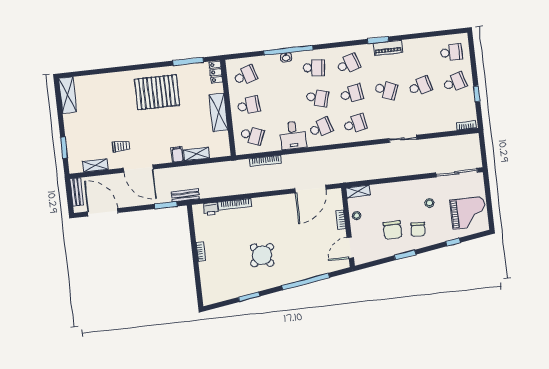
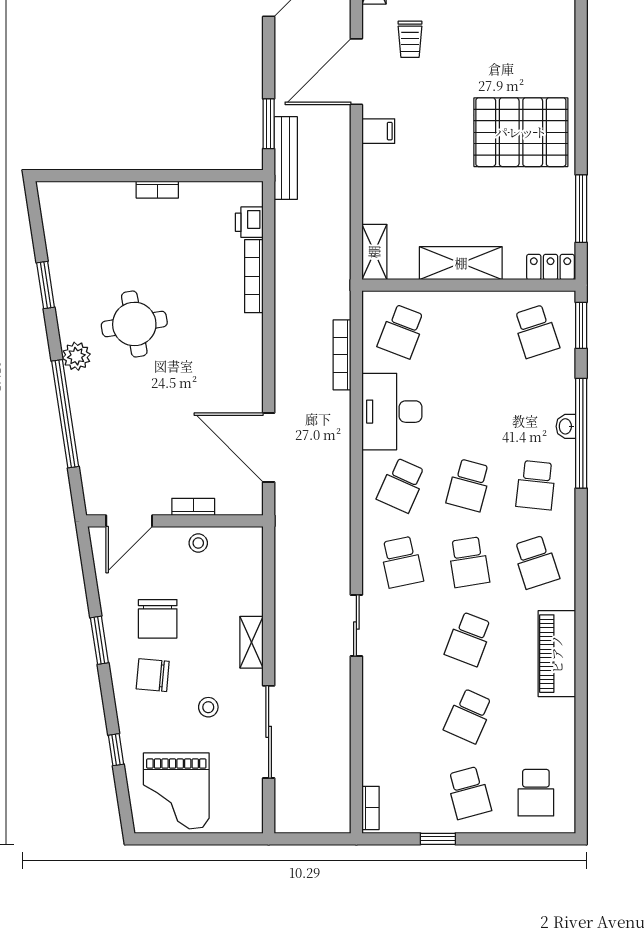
window: (378, 40) -> (581, 325), moved
piano: (388, 48) -> (557, 654), width x1.37, depth x1.33
school desk: (420, 86) -> (469, 716), turned 39
pallet: (157, 92) -> (521, 132), turned 90
school desk: (249, 105) -> (469, 331), removed
school desk: (321, 128) -> (402, 485), turned 42
desk: (293, 135) -> (392, 412), width x1.37
sliding door: (403, 139) -> (356, 625), moved
filing cabinet: (177, 154) -> (378, 131), moved
shelving: (196, 154) -> (374, 252), moved
sliding door: (457, 173) -> (269, 732), moved
shelving: (358, 191) -> (252, 642), moved
bench: (185, 195) -> (286, 158), width x1.36
chair: (393, 230) -> (158, 619), turned -90
door: (350, 248) -> (129, 521), swing flipped
round table: (262, 255) -> (134, 324), turned 30
plant: (279, 279) -> (76, 356), added

